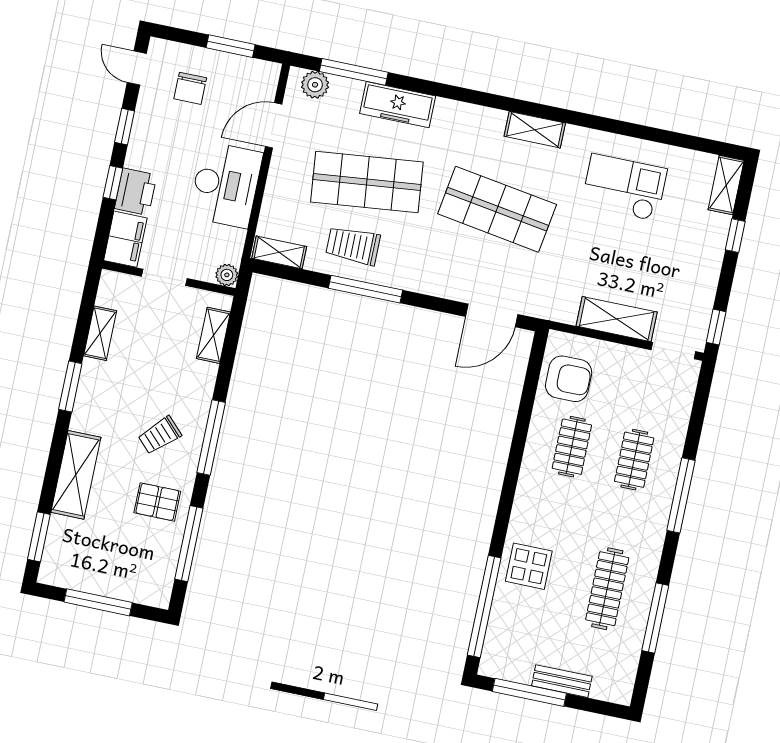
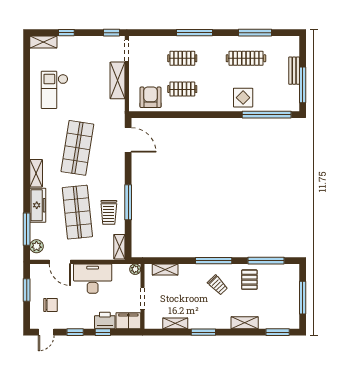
shelving: (535, 130) -> (36, 173), moved
shelving: (76, 475) -> (245, 323), width x0.67, depth x0.75

